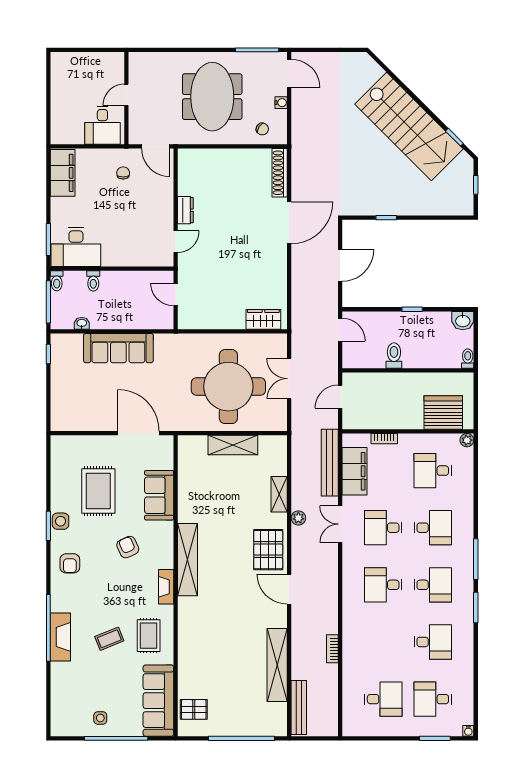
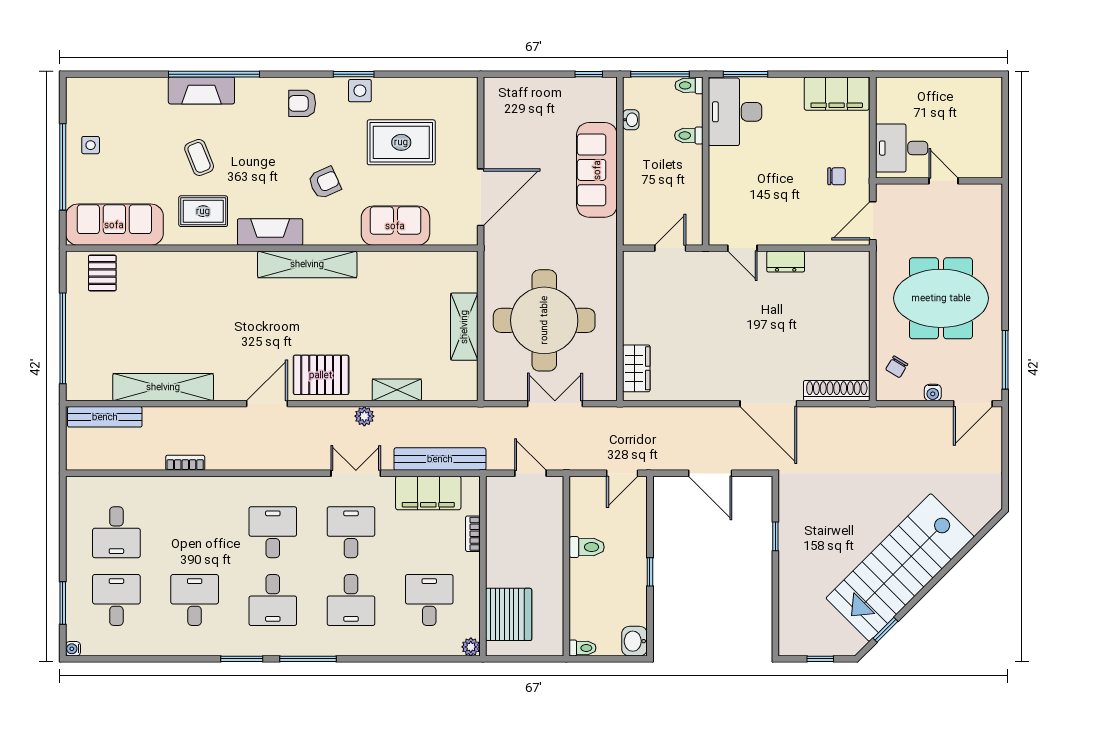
fireplace: (166, 587) -> (270, 232), width x1.37, depth x1.32
desk: (433, 642) -> (195, 600), turned 180

